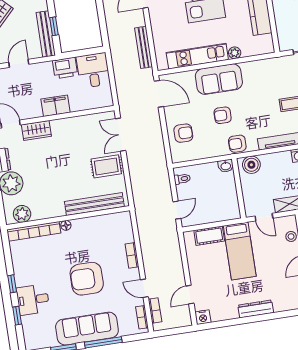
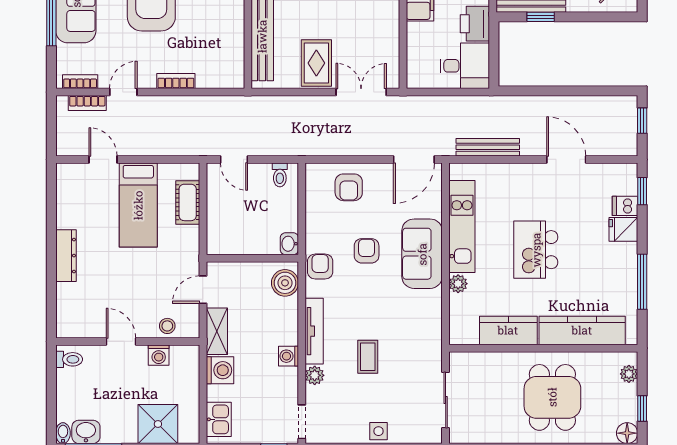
bed: (240, 251) -> (138, 205), moved, turned -90
nightstand: (203, 317) -> (66, 174), removed

